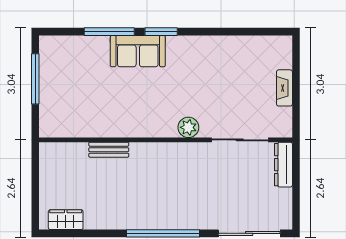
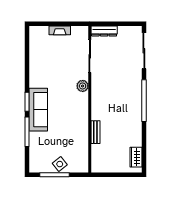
sofa: (138, 51) -> (38, 110), width x1.36
side table: (54, 88) -> (60, 164), added

